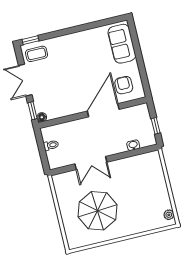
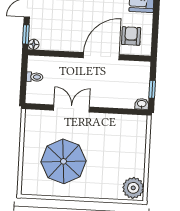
washbasin: (133, 145) -> (142, 104), moved
double door: (91, 163) -> (72, 109), swing flipped
plant: (169, 215) -> (133, 188), width x1.88, depth x1.88

